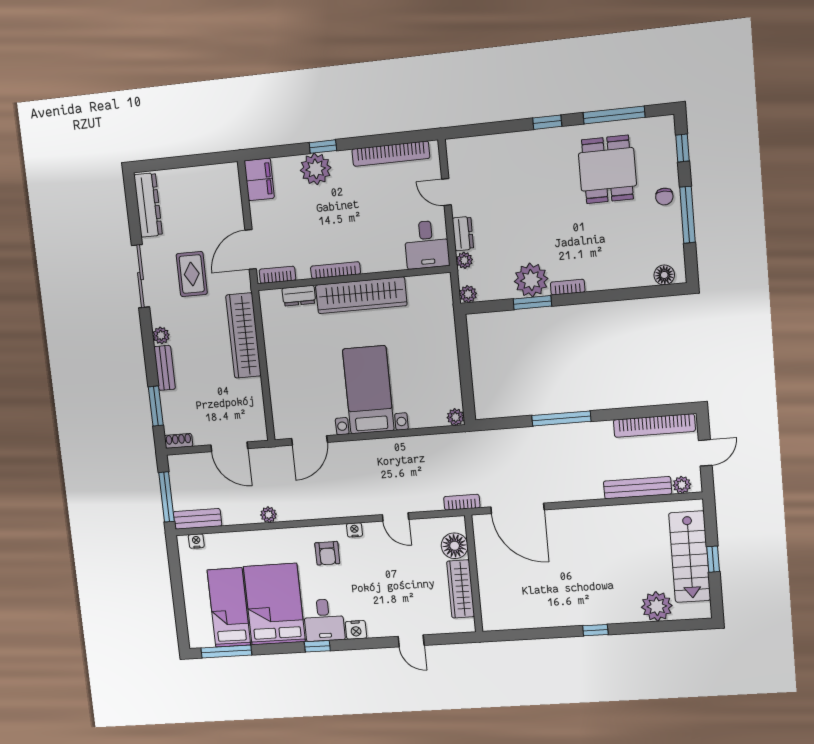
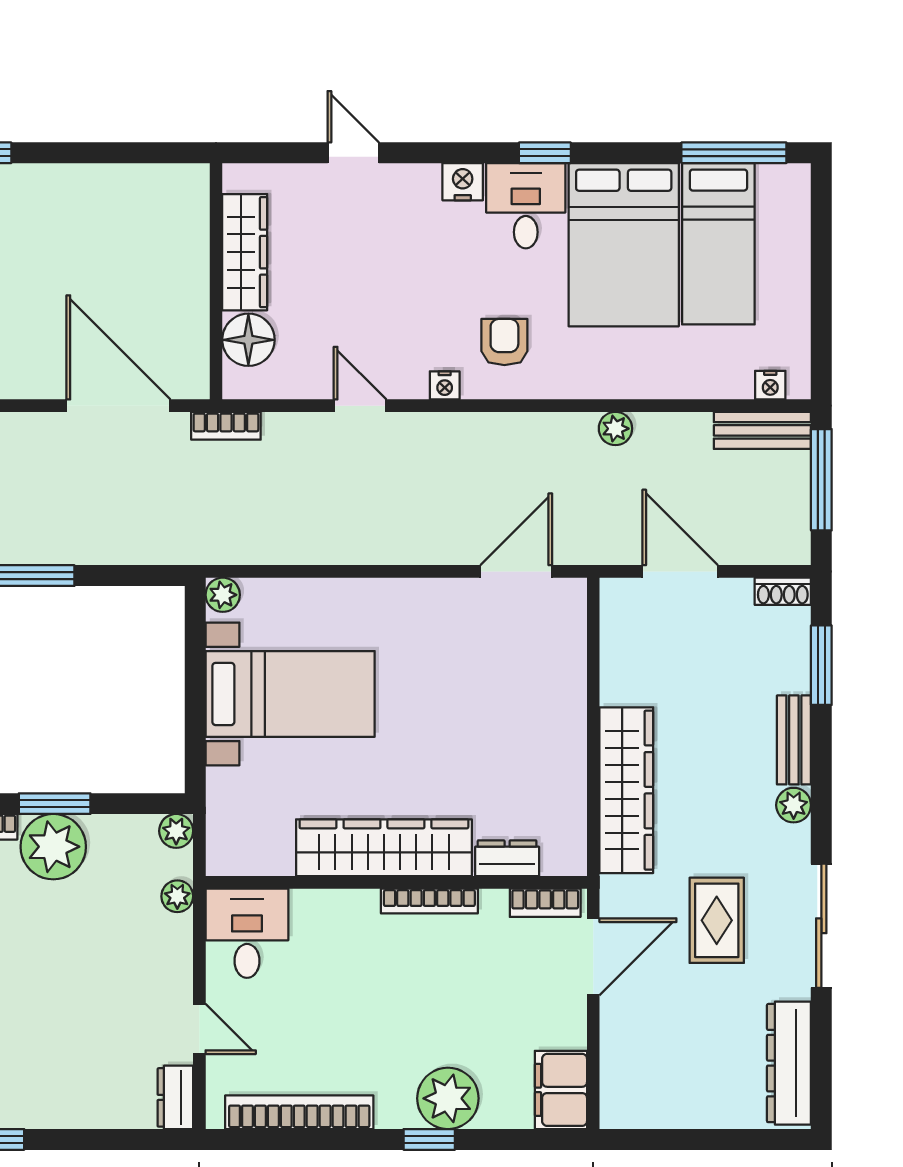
dresser: (463, 234) -> (175, 1097), moved
bed with nightstands: (368, 390) -> (290, 694), moved, turned -90

